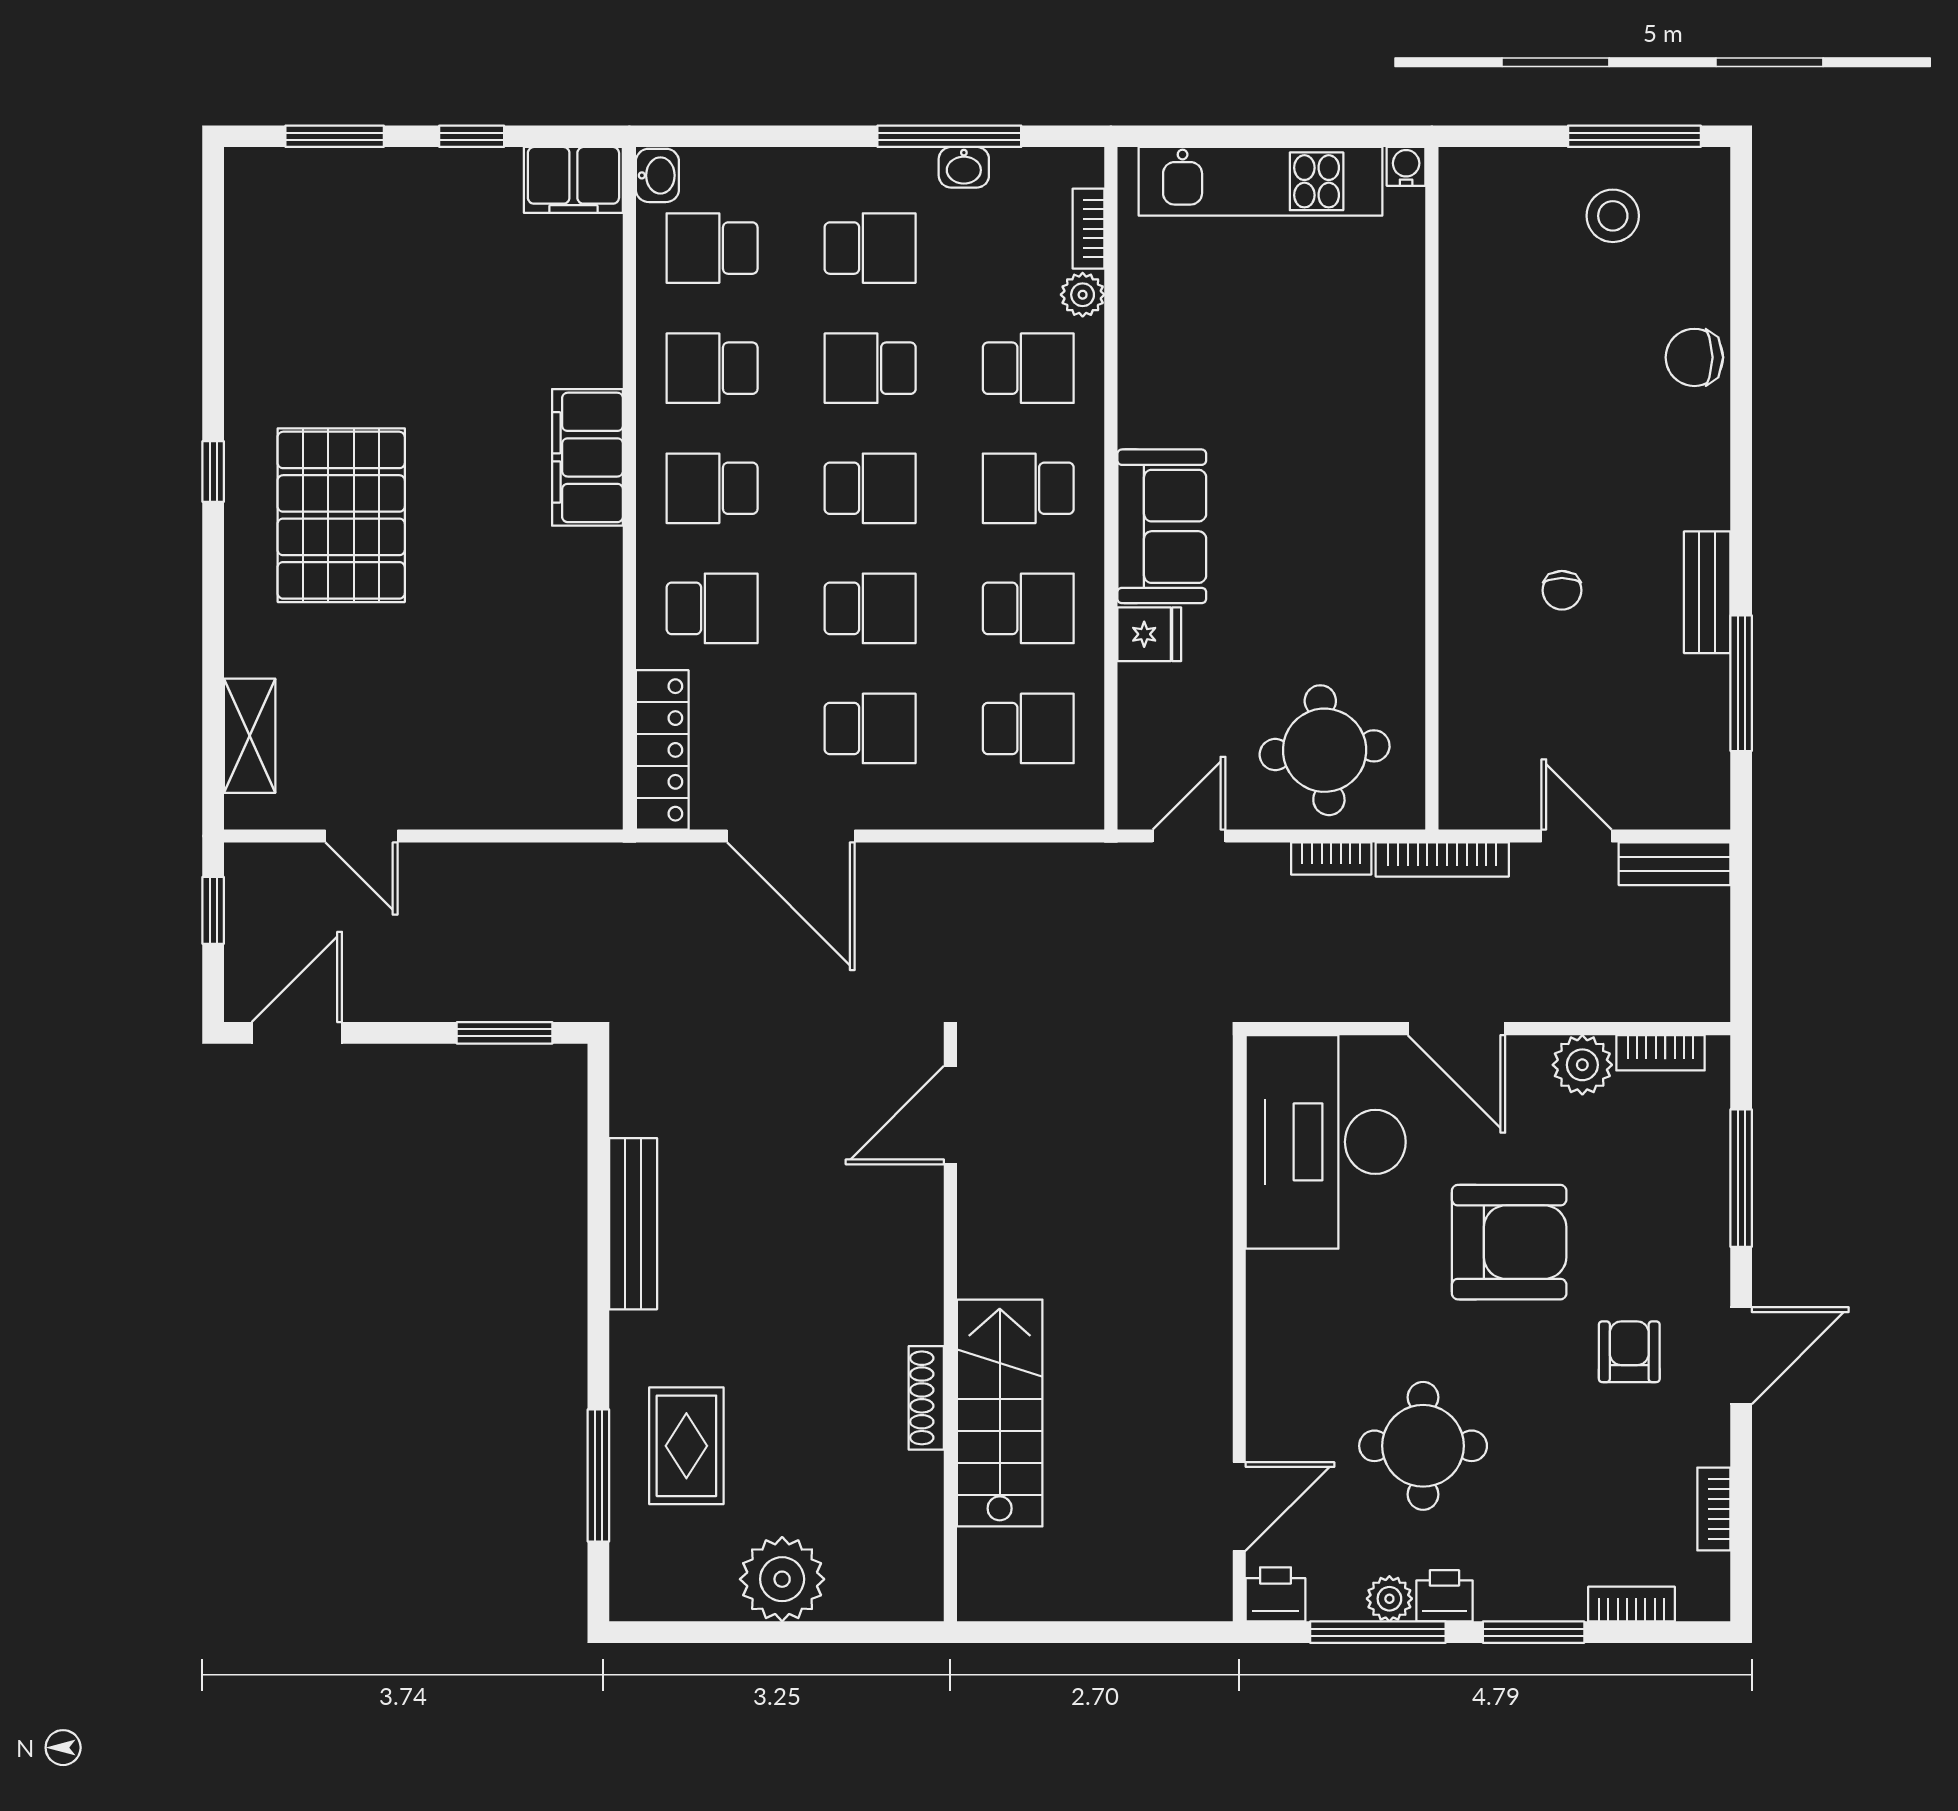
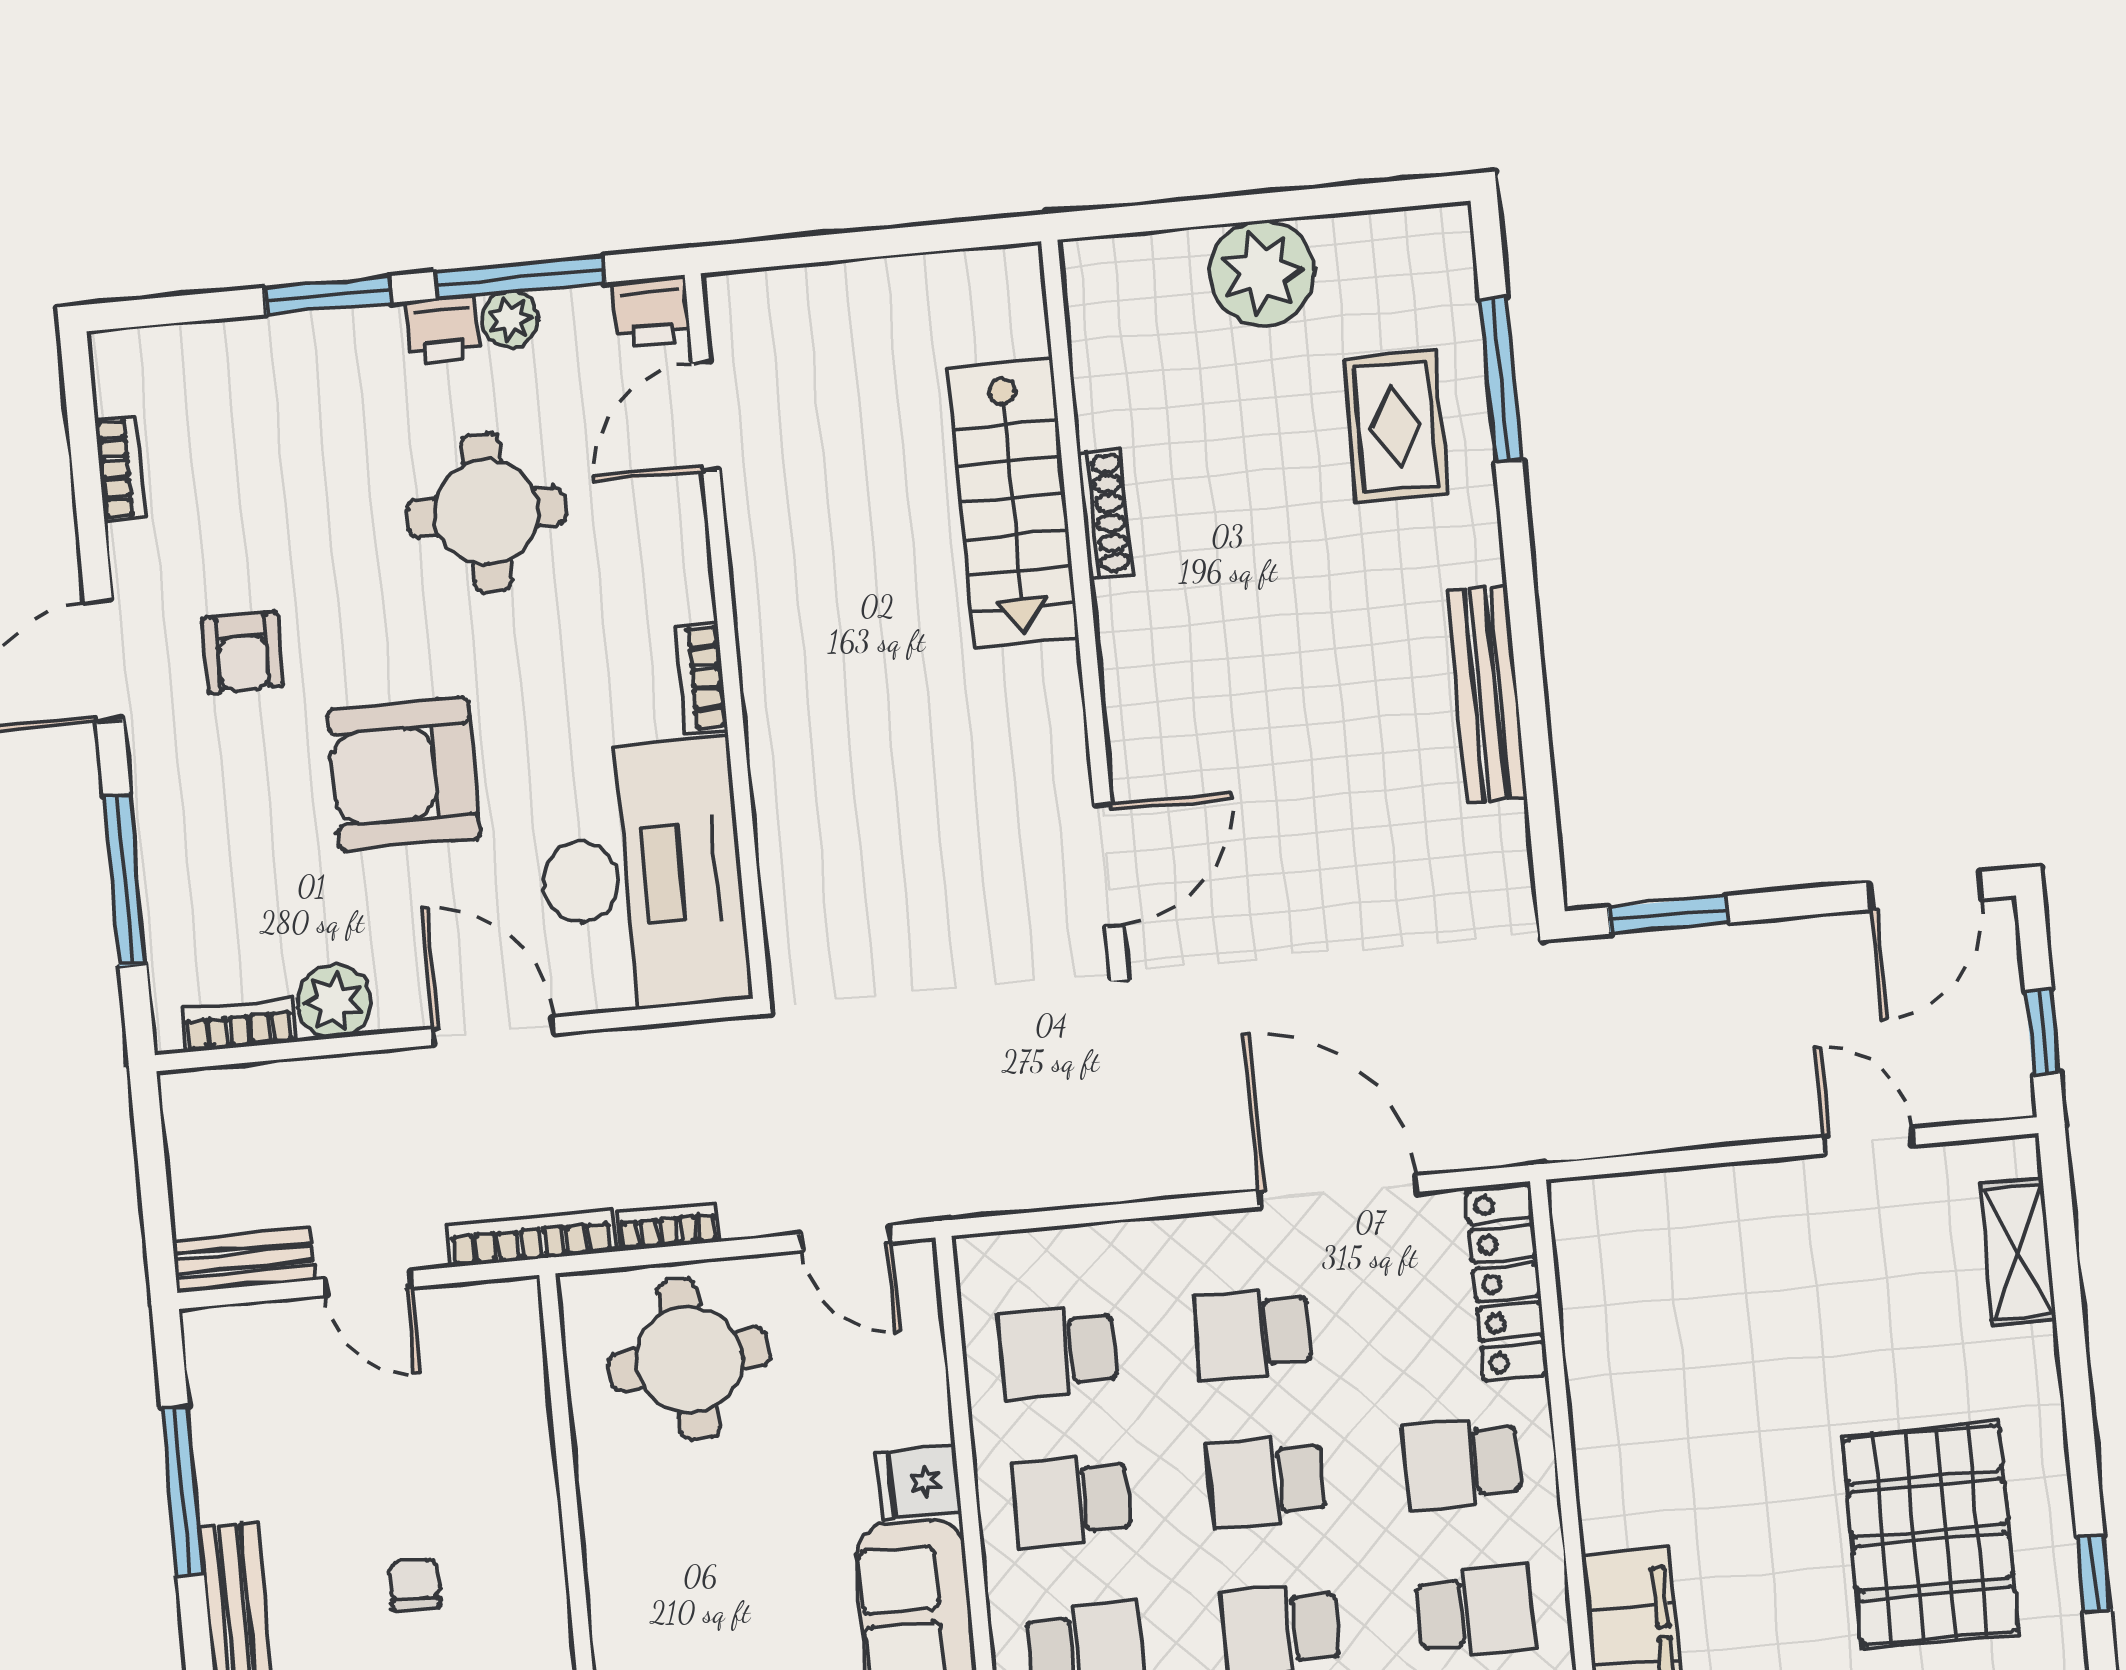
door: (1189, 836) -> (846, 1238), hinge flipped
bookcase: (1632, 1604) -> (701, 678), moved, turned 90

